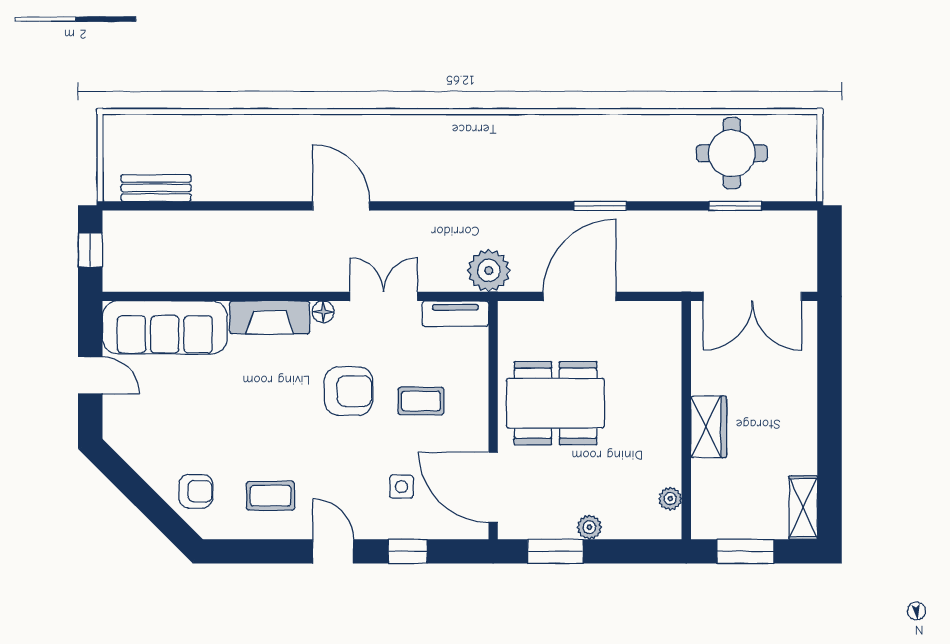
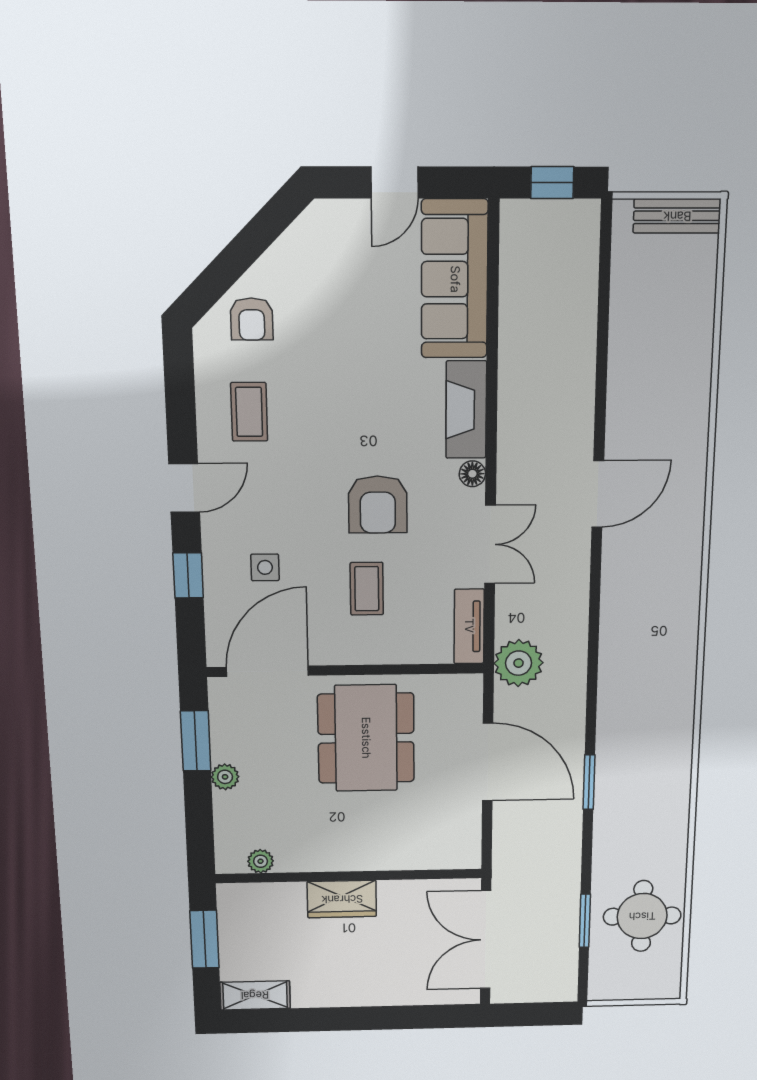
bench: (156, 188) -> (677, 216), moved, turned 90

